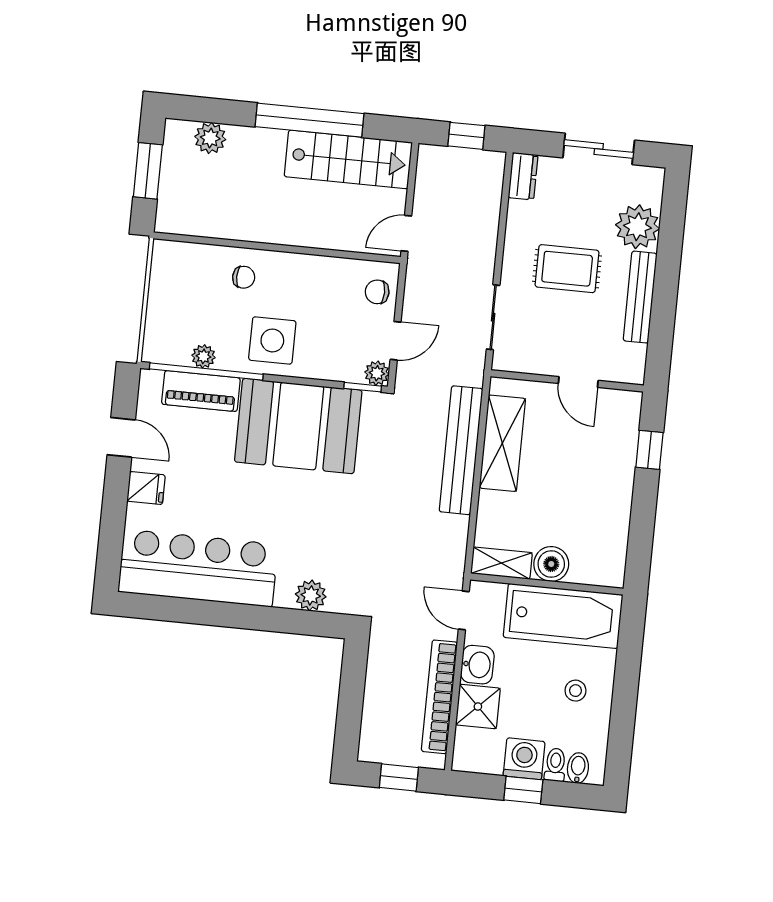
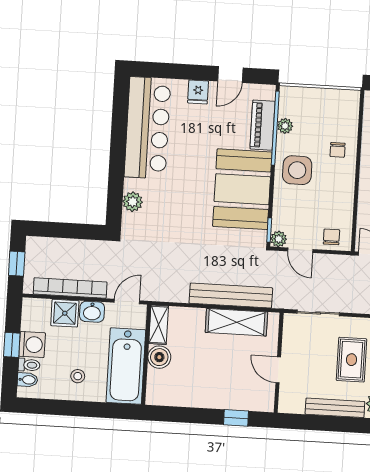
door: (578, 382) -> (278, 370), hinge flipped

